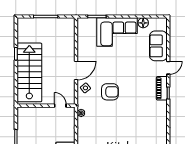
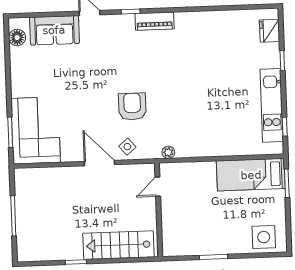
floor lamp: (143, 23) -> (17, 38), moved
corner sofa: (117, 32) -> (36, 130), moved
stairs: (29, 72) -> (118, 245), width x0.73, depth x0.66
piano: (162, 88) -> (155, 21), moved

